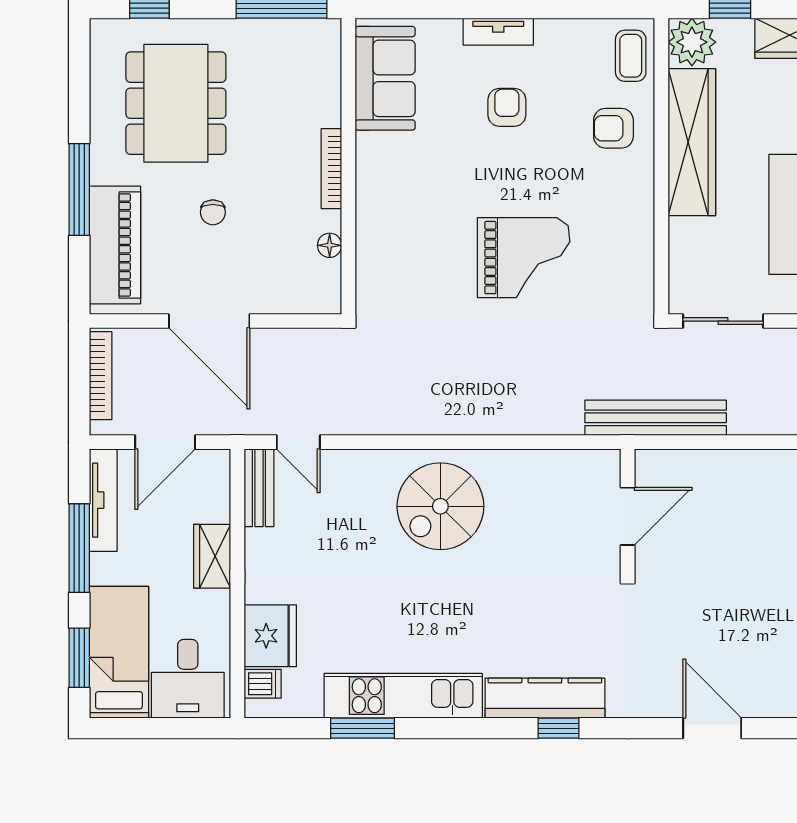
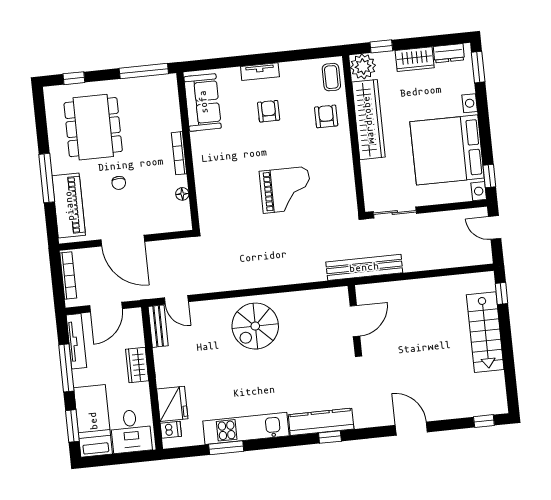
armchair: (613, 128) -> (326, 116), turned 90

